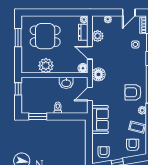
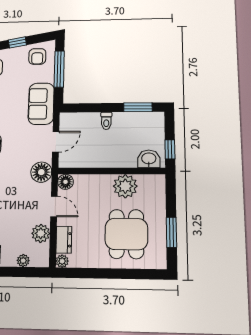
dining table: (45, 36) -> (126, 234), turned 90
washbasin: (66, 83) -> (149, 159), moved
window: (89, 143) -> (59, 69), added

